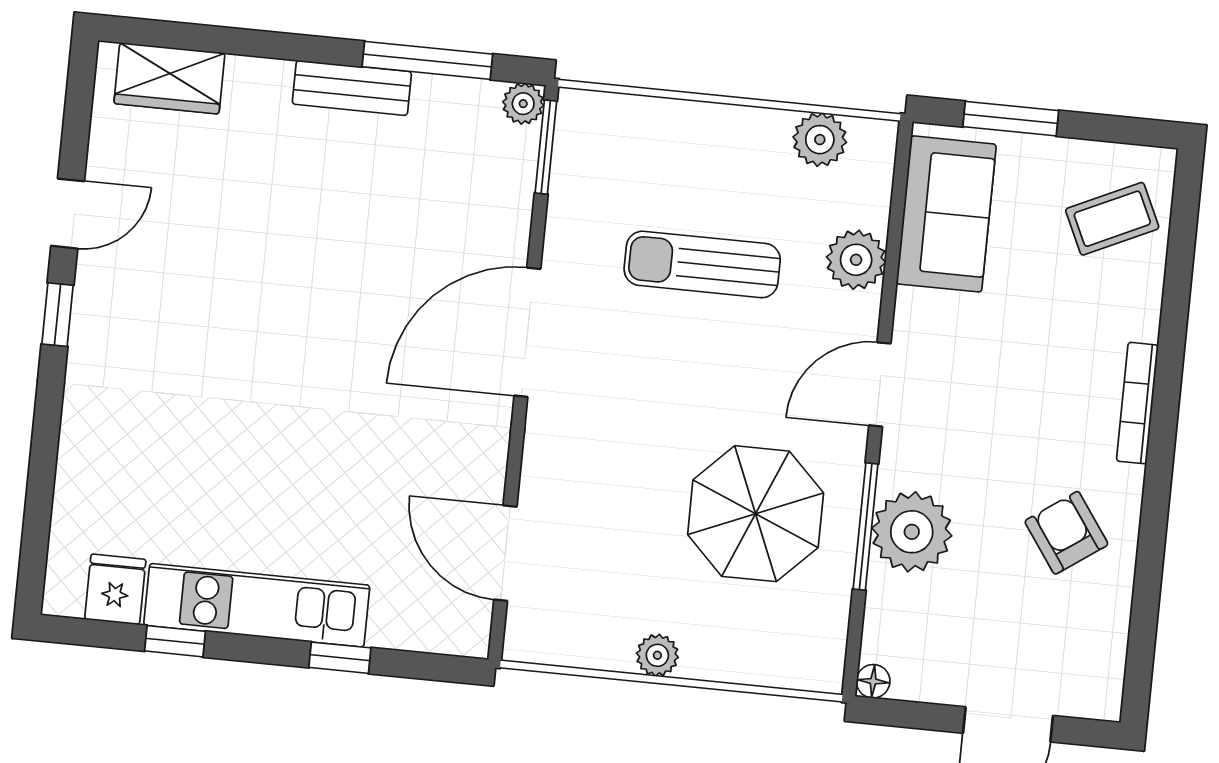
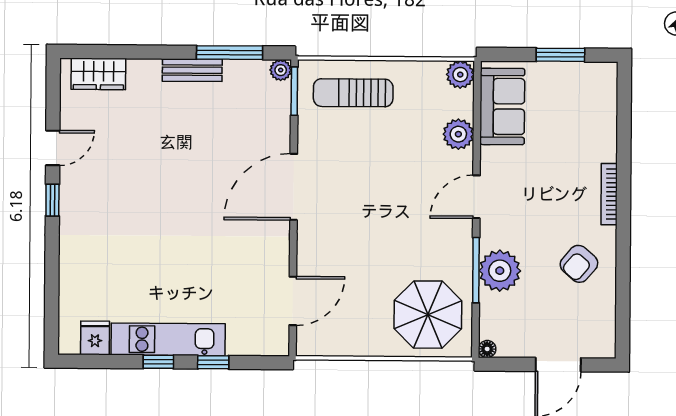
window: (1011, 119) -> (560, 55), moved
plant: (820, 140) -> (460, 75), moved
coffee table: (1112, 219) -> (587, 101), removed
sun lounger: (702, 264) -> (353, 93), moved
parasol: (756, 514) -> (428, 315), moved
armchair: (1066, 533) -> (579, 264), turned -104
door: (505, 553) -> (293, 301), swing flipped
window: (175, 641) -> (158, 362), moved
plant: (657, 655) -> (375, 346), removed

